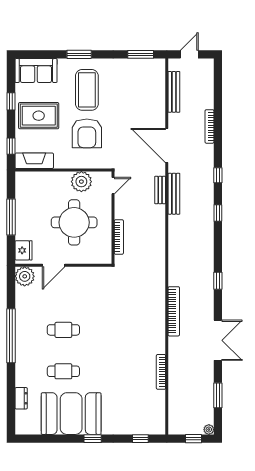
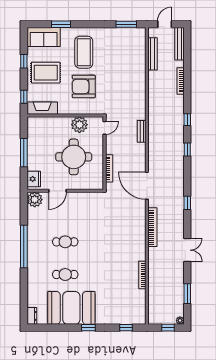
window: (79, 54) -> (61, 24), moved
armchair: (87, 133) -> (84, 87), turned 90
door: (167, 146) -> (147, 186), moved
bench: (174, 194) -> (179, 44), moved
double door: (218, 340) -> (187, 250), width x0.73
dresser: (21, 398) -> (32, 316), moved

